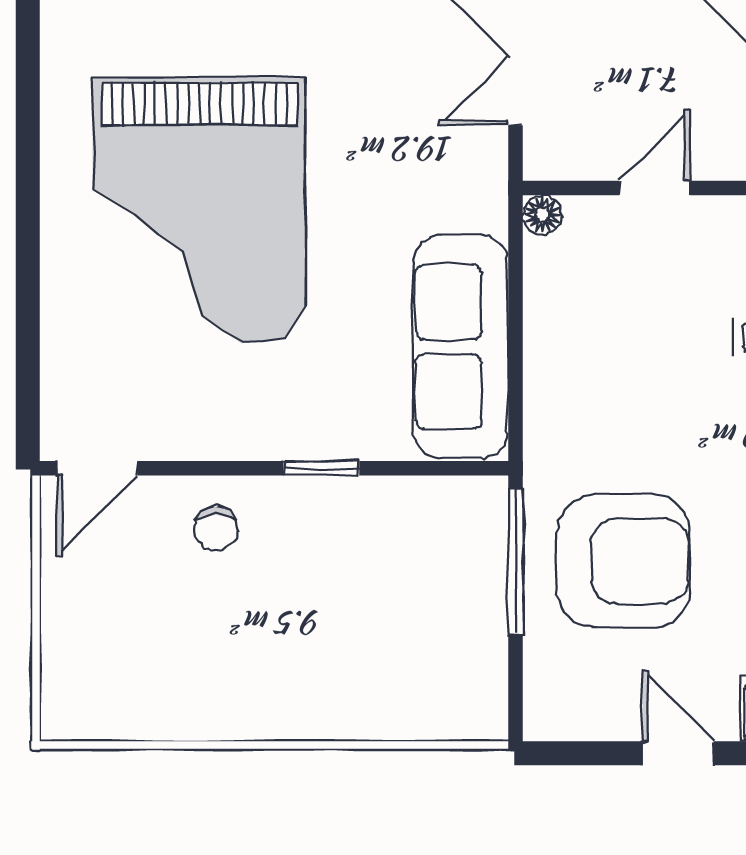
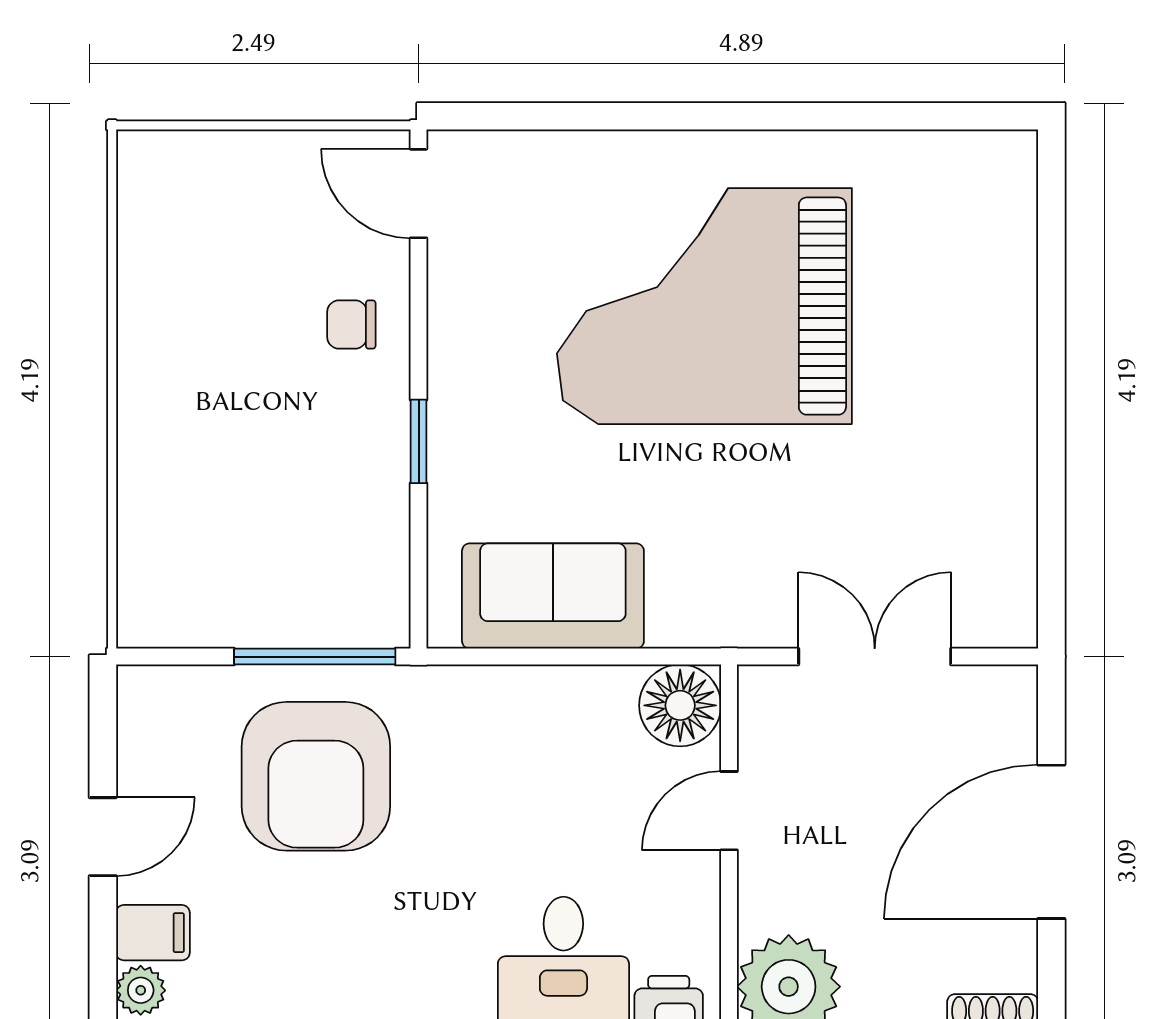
door: (655, 188) -> (729, 811), swing flipped
floor lamp: (542, 215) -> (680, 705), width x1.89, depth x1.89
sofa: (461, 347) -> (553, 596), width x0.73

